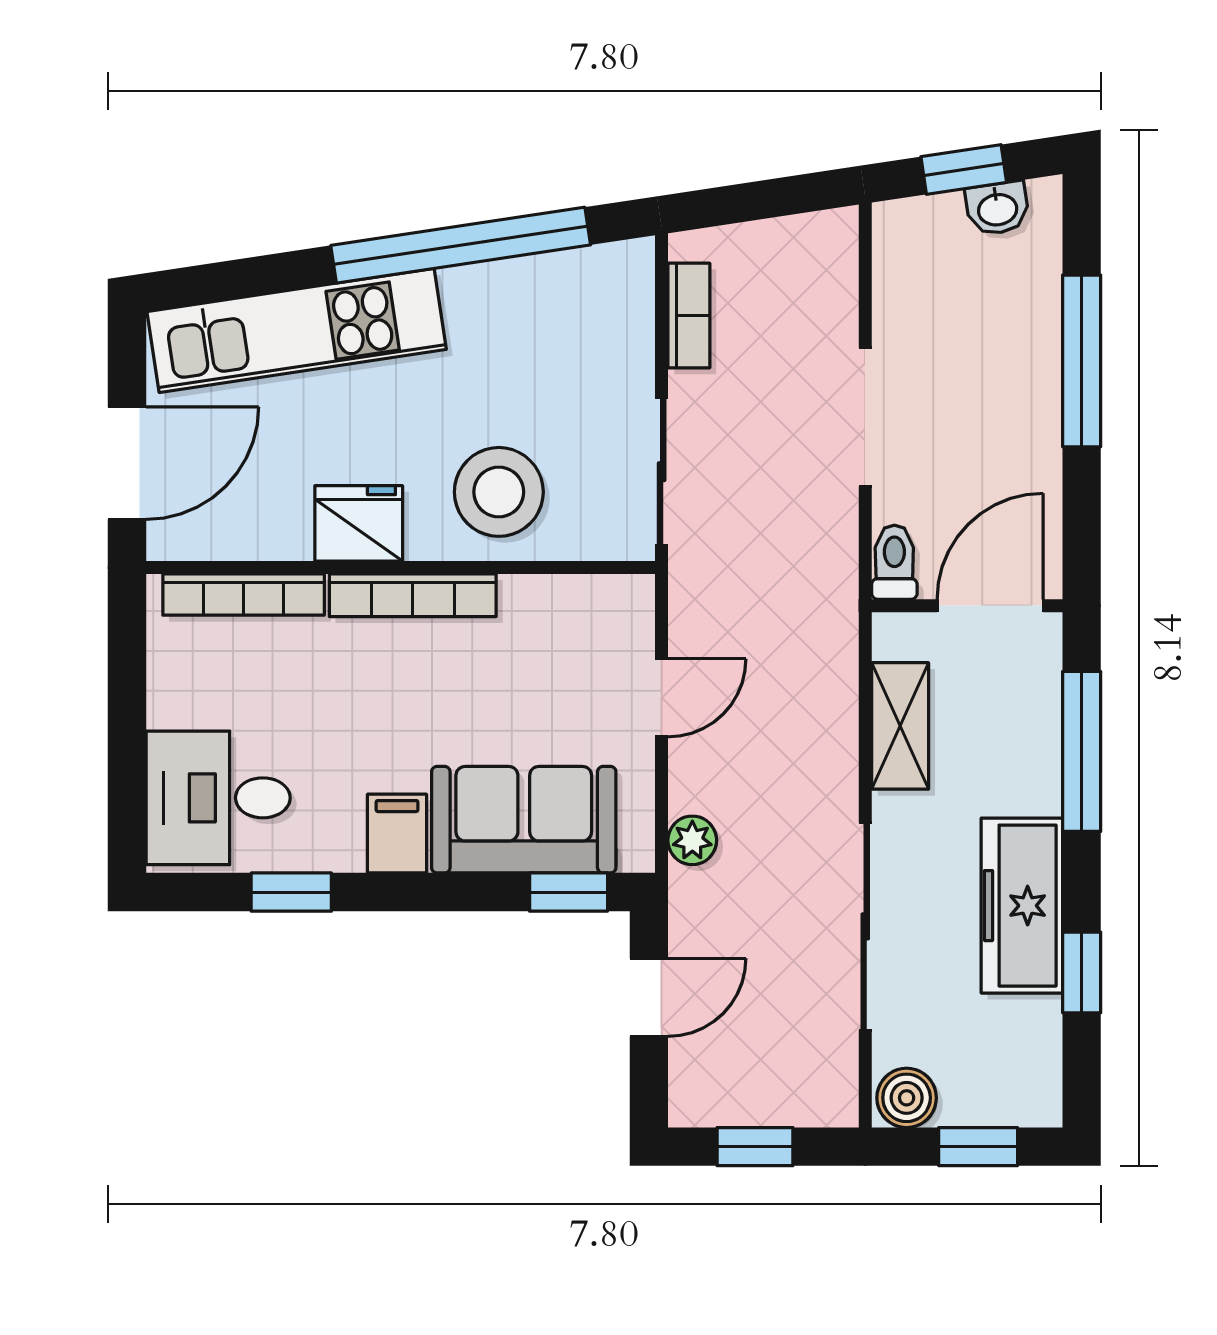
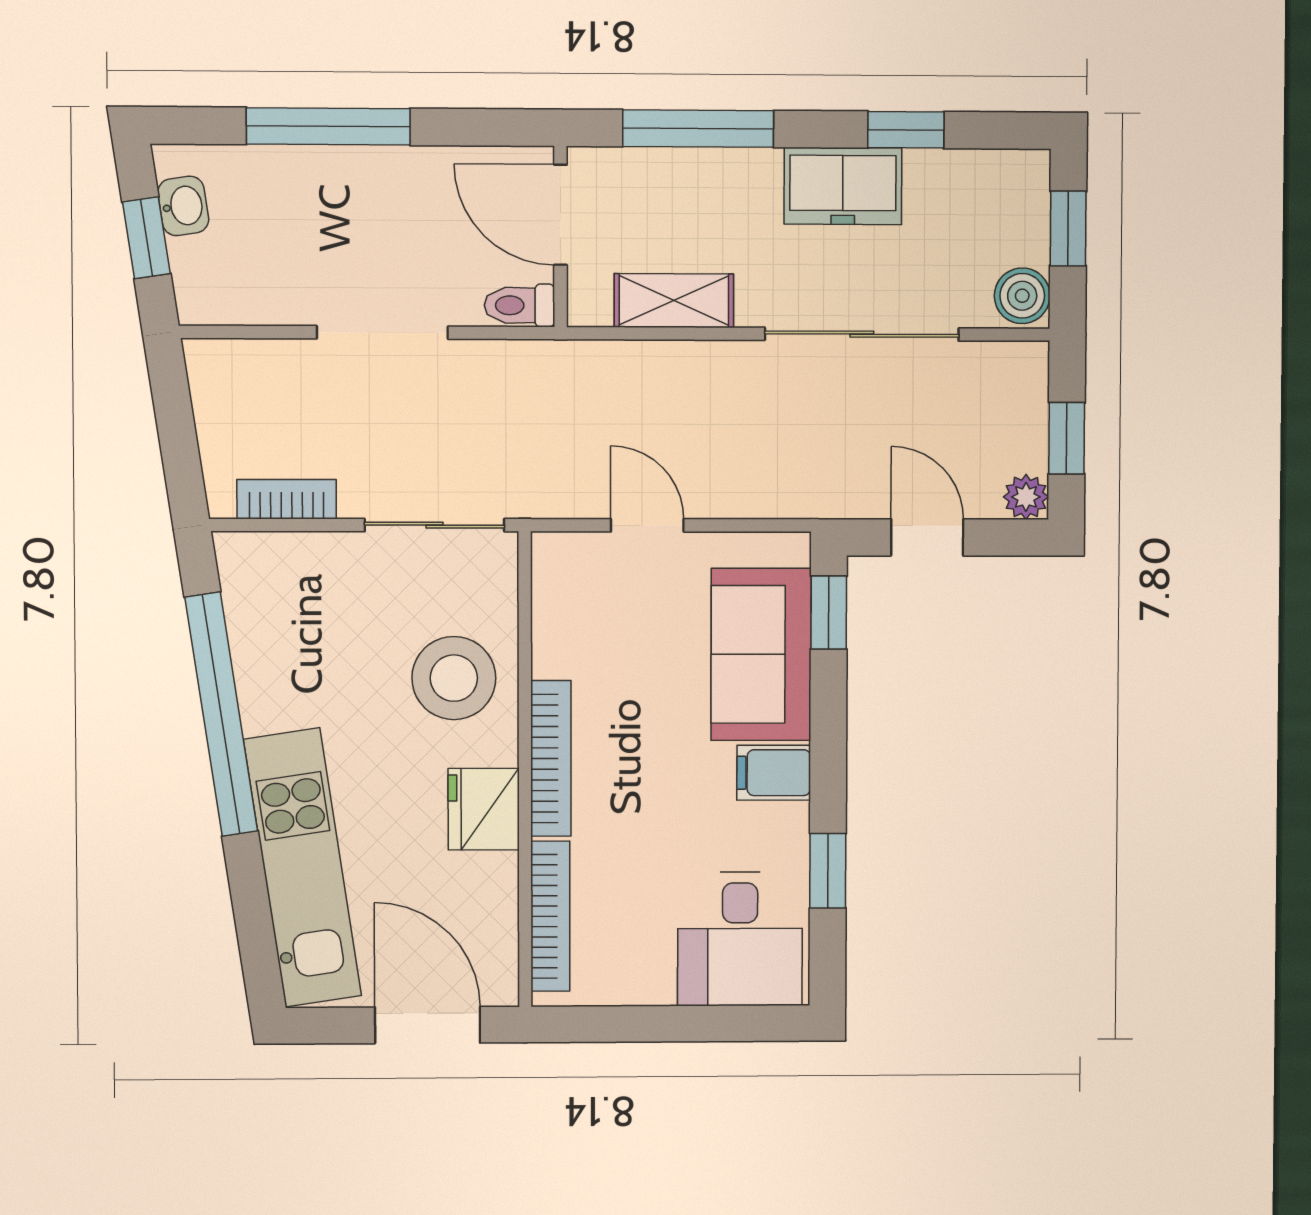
plant: (692, 840) -> (1026, 497), moved
freezer: (1022, 906) -> (843, 186), width x0.71

